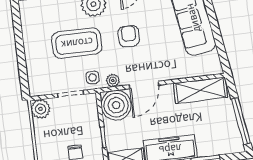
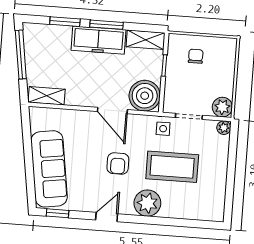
plant: (113, 80) -> (224, 128), moved
door: (144, 85) -> (112, 111), swing flipped
shelving: (200, 90) -> (47, 96), width x0.67, depth x0.75

